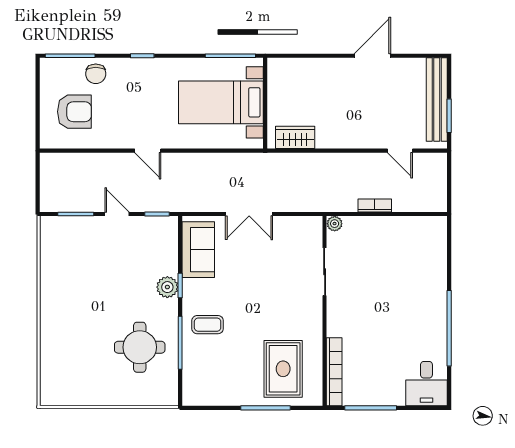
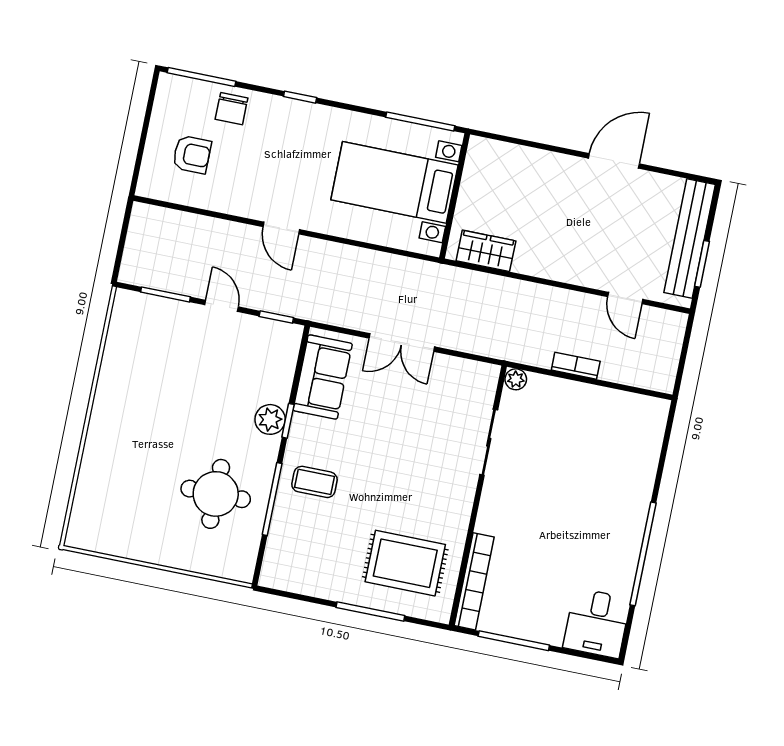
armchair: (74, 112) -> (192, 155), width x0.72, depth x0.72
rug: (283, 369) -> (405, 563), turned 90

